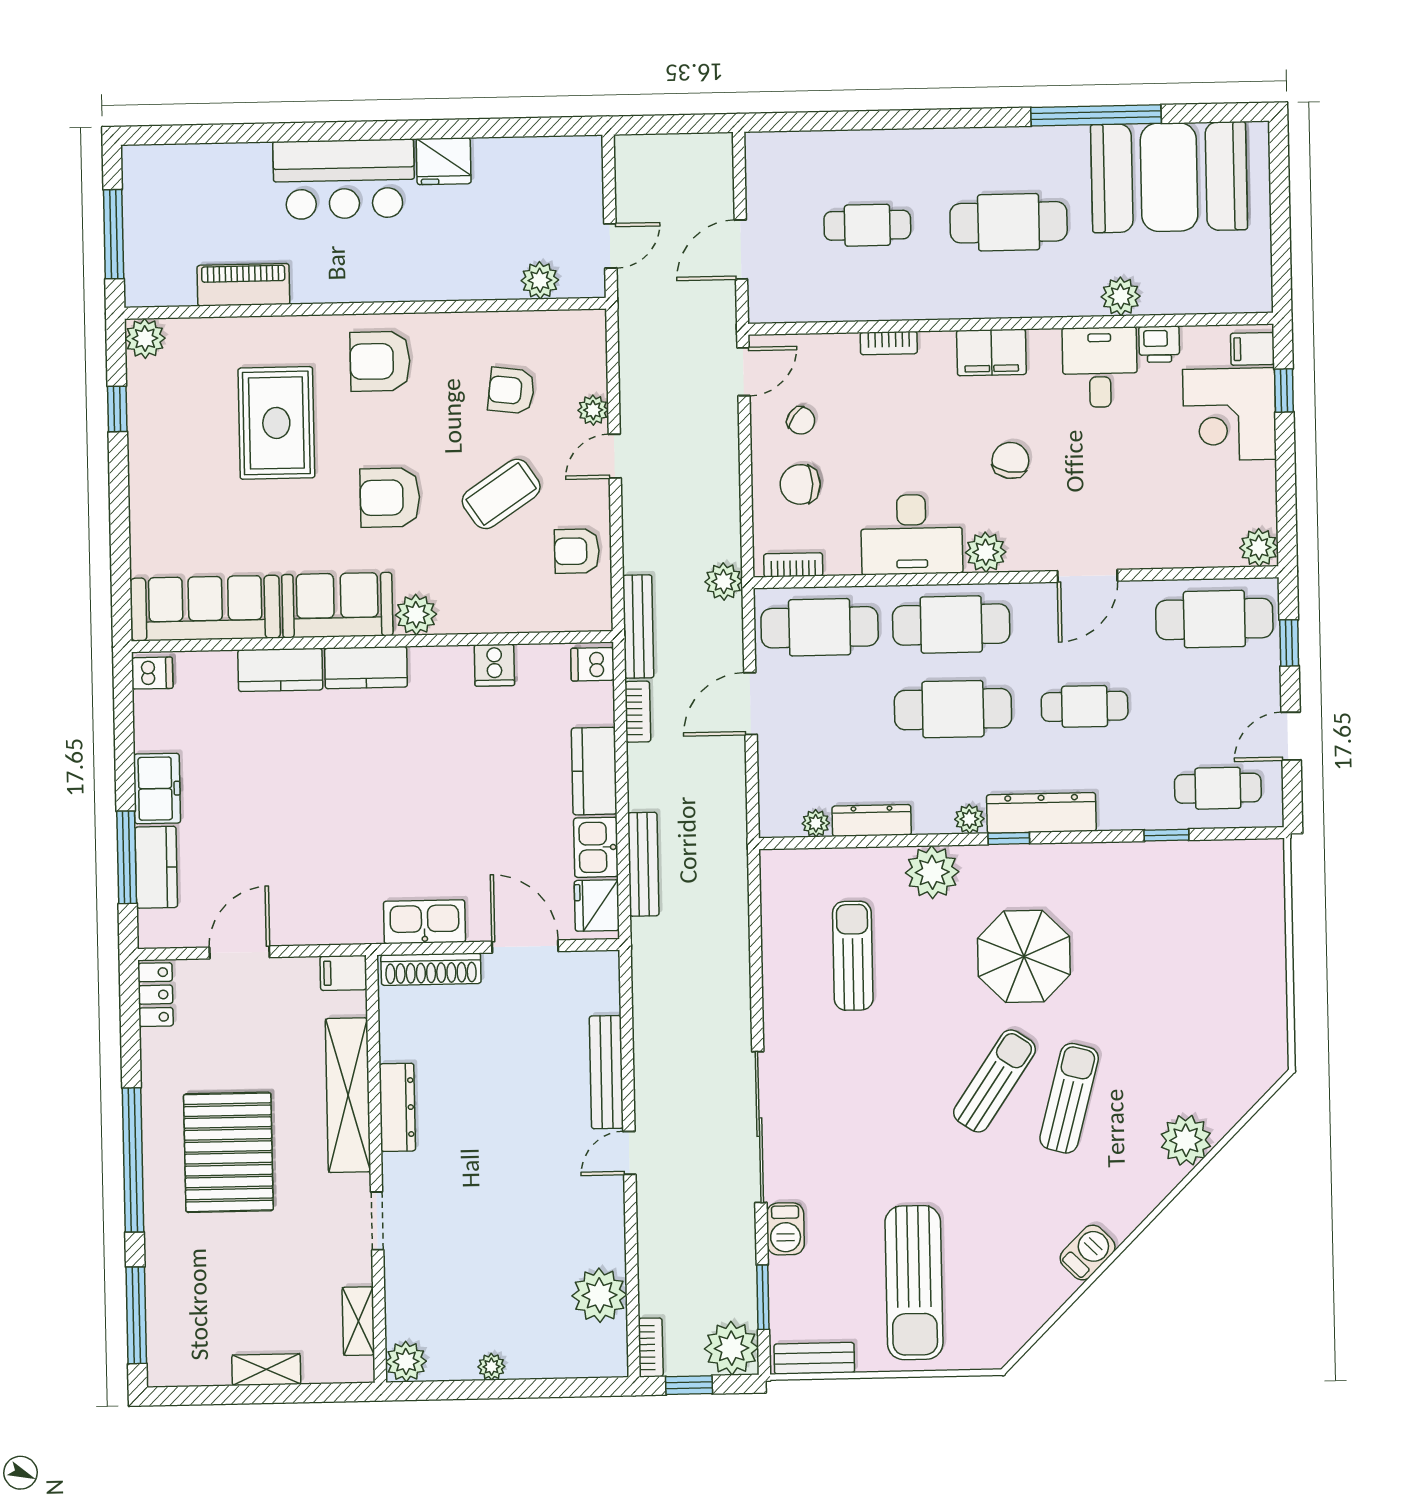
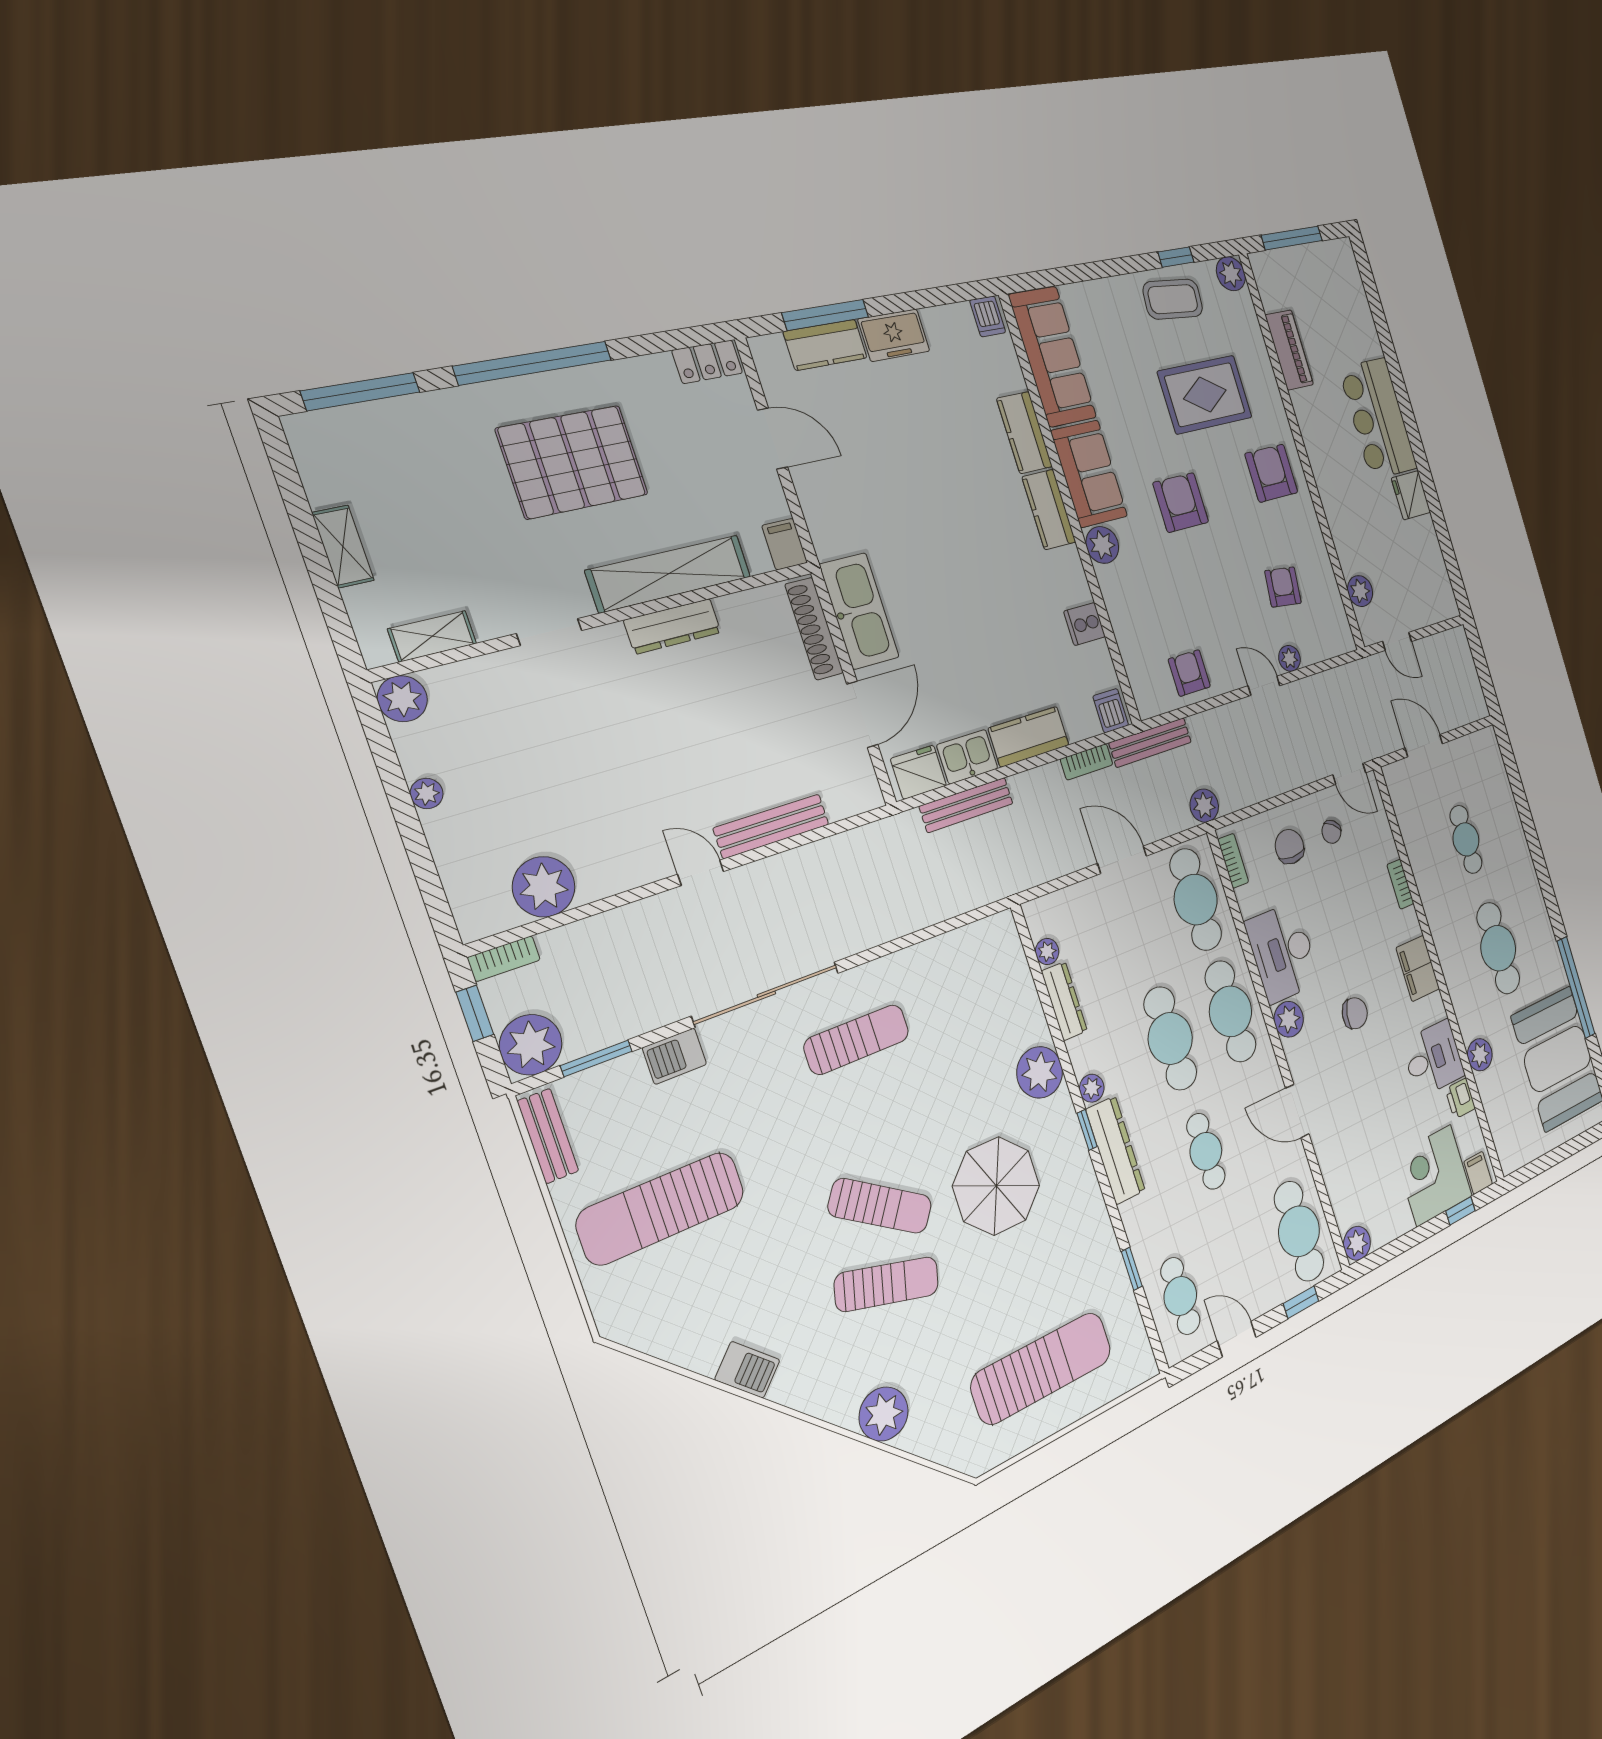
coffee table: (501, 494) -> (1173, 299), moved, turned -51
kitchen sink: (424, 922) -> (859, 611), width x1.36, depth x1.24
sun lounger: (853, 956) -> (857, 1039), moved
sun lounger: (1218, 967) -> (1042, 1368), added

